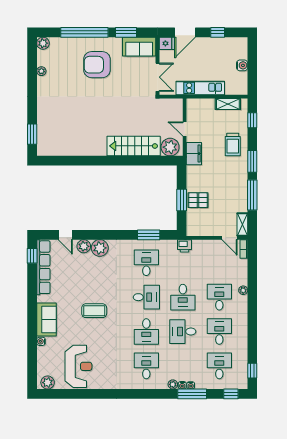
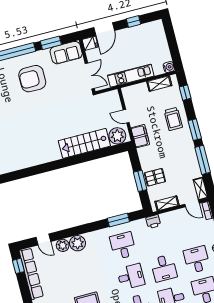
water cooler: (242, 65) -> (169, 67), moved
shelving: (204, 231) -> (167, 203), added

